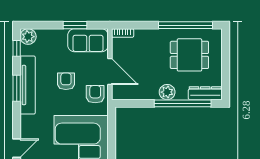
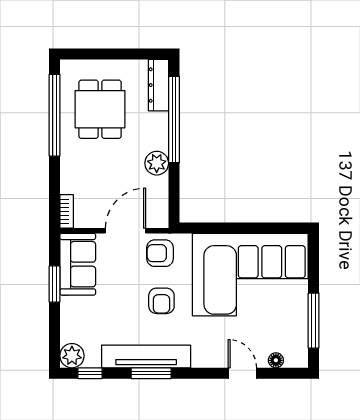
armchair: (66, 81) -> (161, 301), moved, turned -90
plant: (167, 92) -> (157, 163), moved

